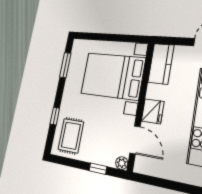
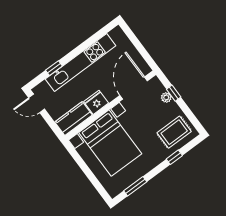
fridge: (153, 111) -> (96, 102), moved
door: (135, 140) -> (134, 88), width x1.36
plant: (122, 163) -> (166, 98), moved

